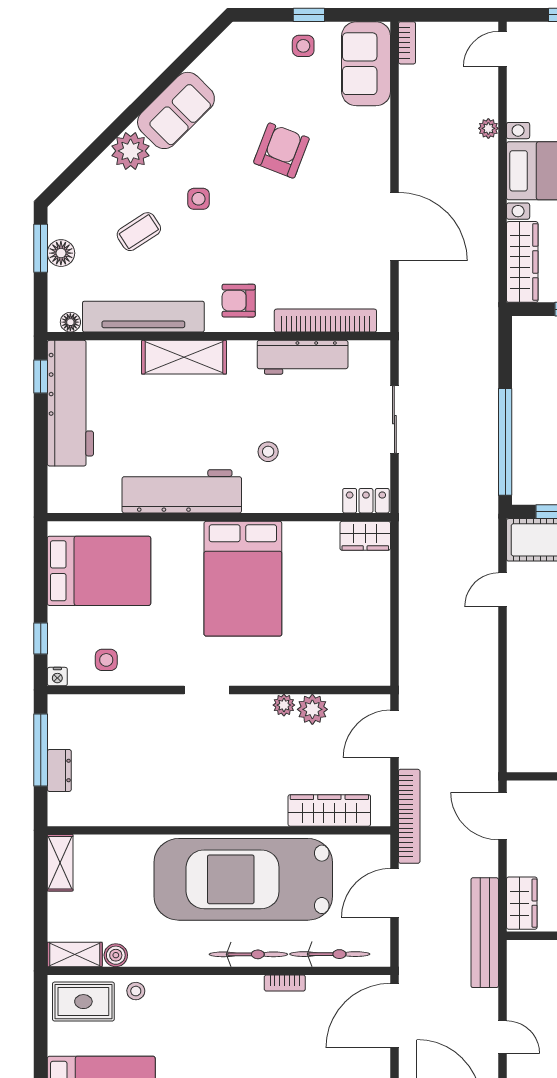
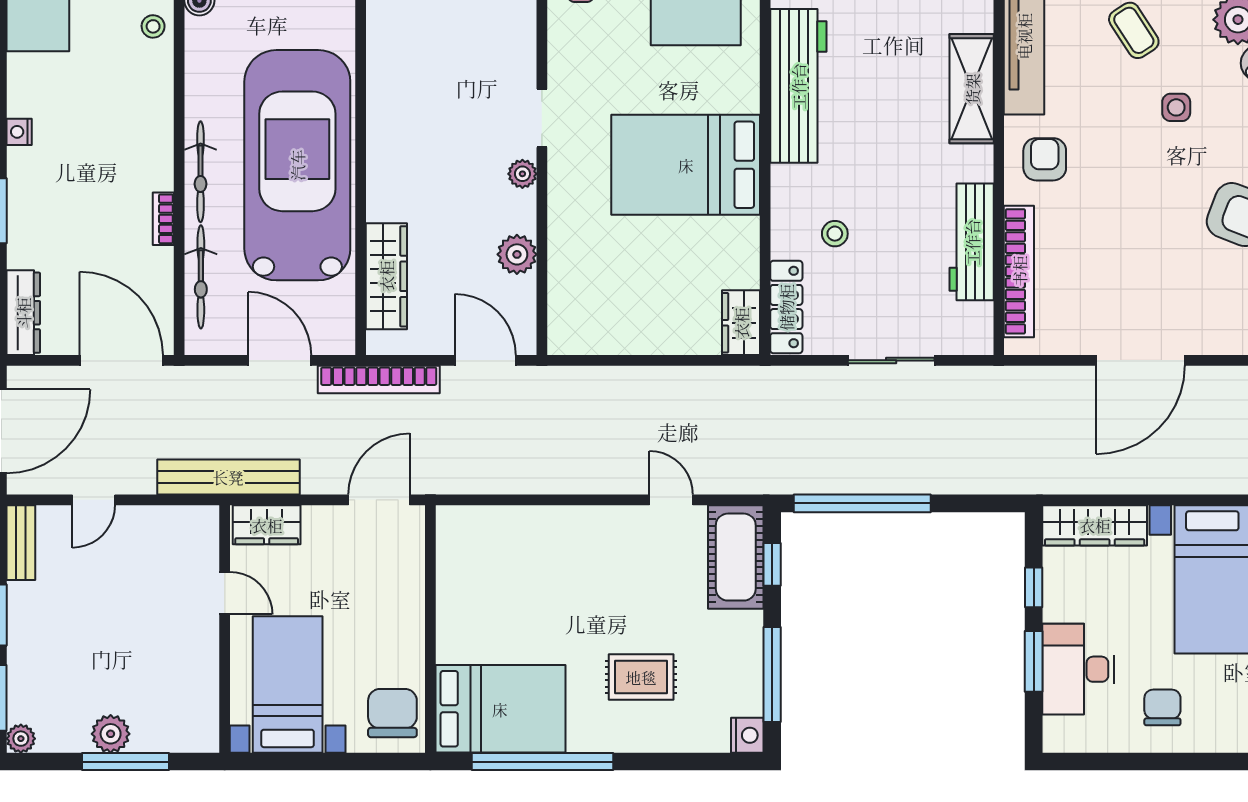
stool: (268, 452) -> (835, 234), moved
locker: (366, 501) -> (786, 307), width x1.53
plant: (284, 705) -> (522, 174), moved

